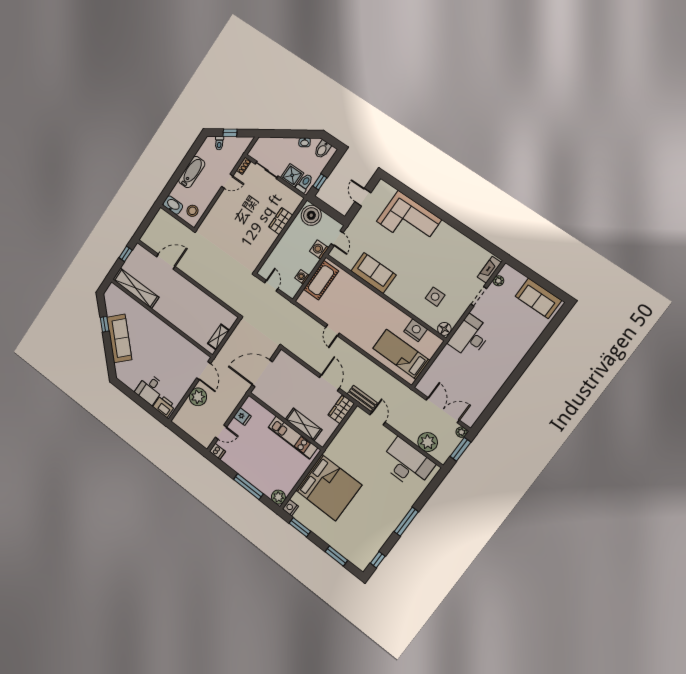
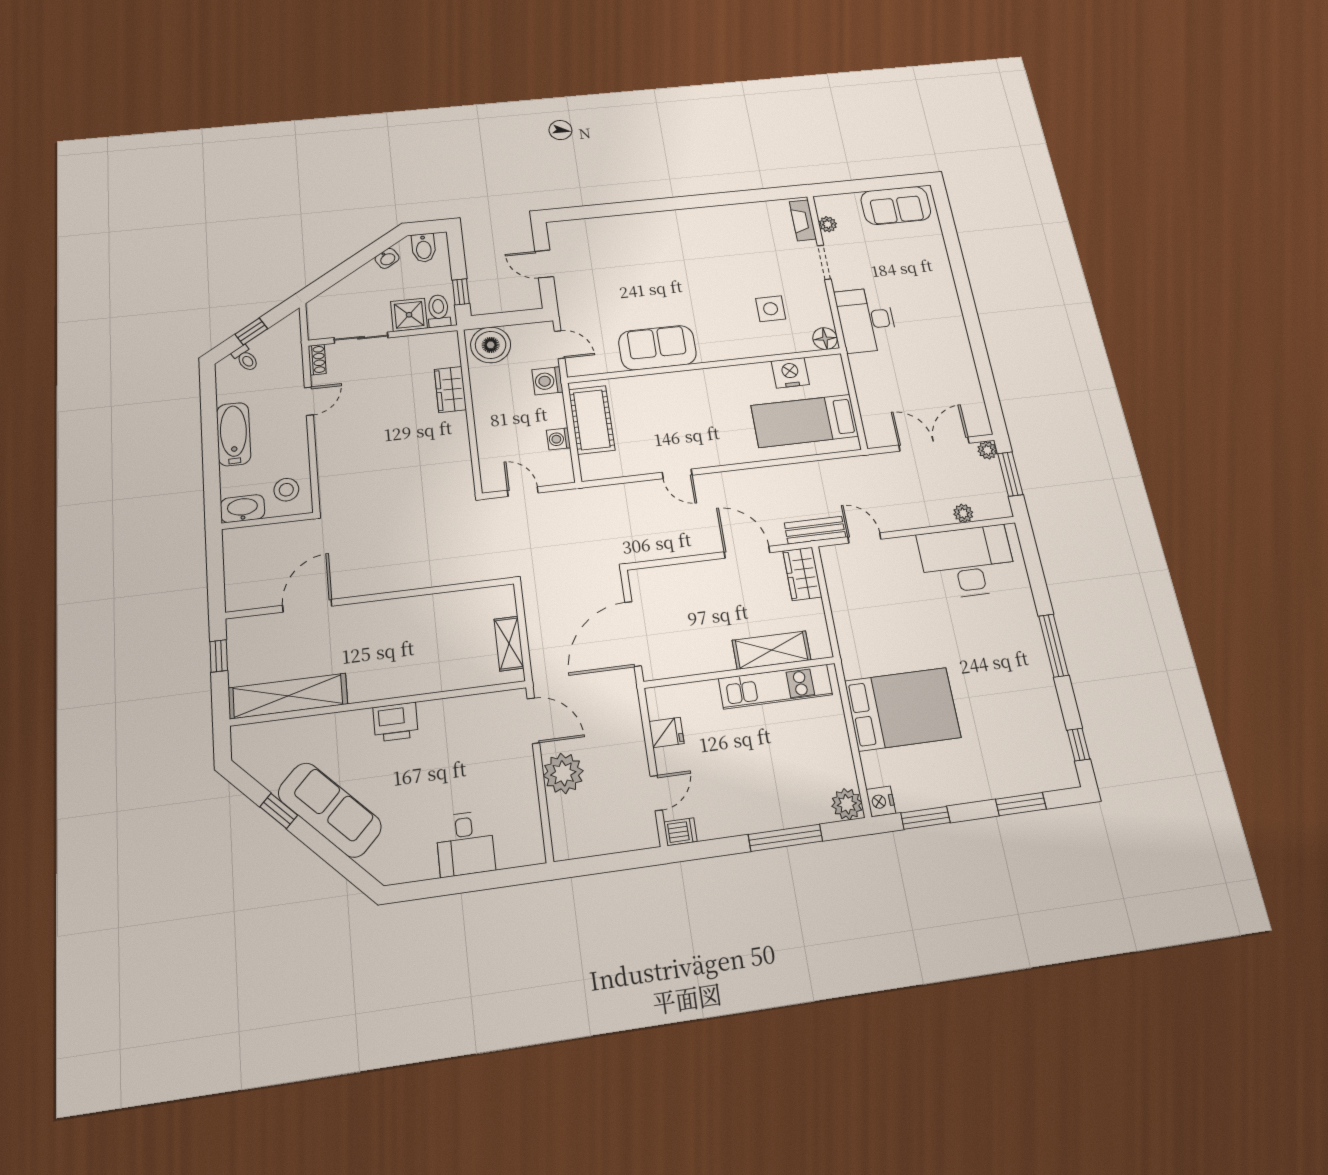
corner sofa: (409, 220) -> (638, 244), removed
printer: (164, 406) -> (396, 722), moved, turned 180
plant: (428, 442) -> (963, 513), width x0.53, depth x0.53
bed: (329, 488) -> (903, 709), width x0.73

